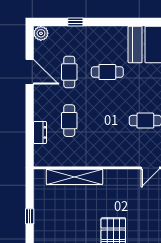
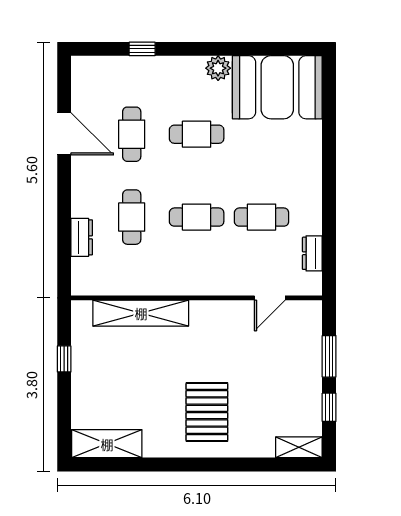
plant: (41, 33) -> (218, 68), moved
cafe table: (107, 121) -> (197, 217), added
window: (30, 216) -> (64, 359), moved

